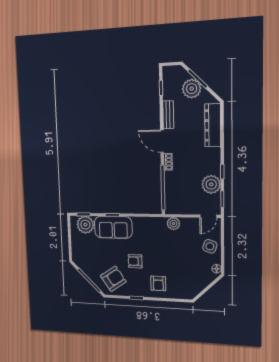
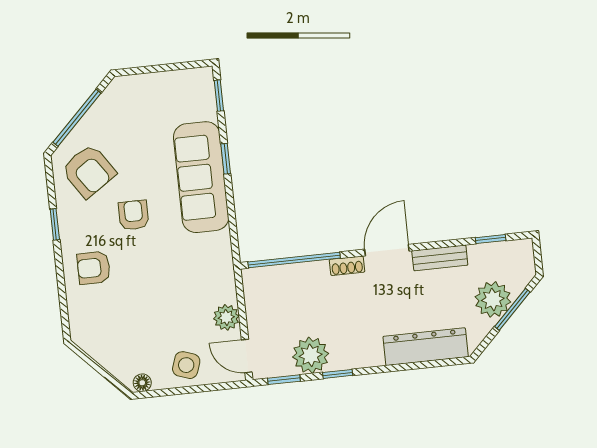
plant: (173, 224) -> (226, 317), moved
plant: (85, 225) -> (197, 101), removed
sofa: (113, 227) -> (201, 177), width x1.36

